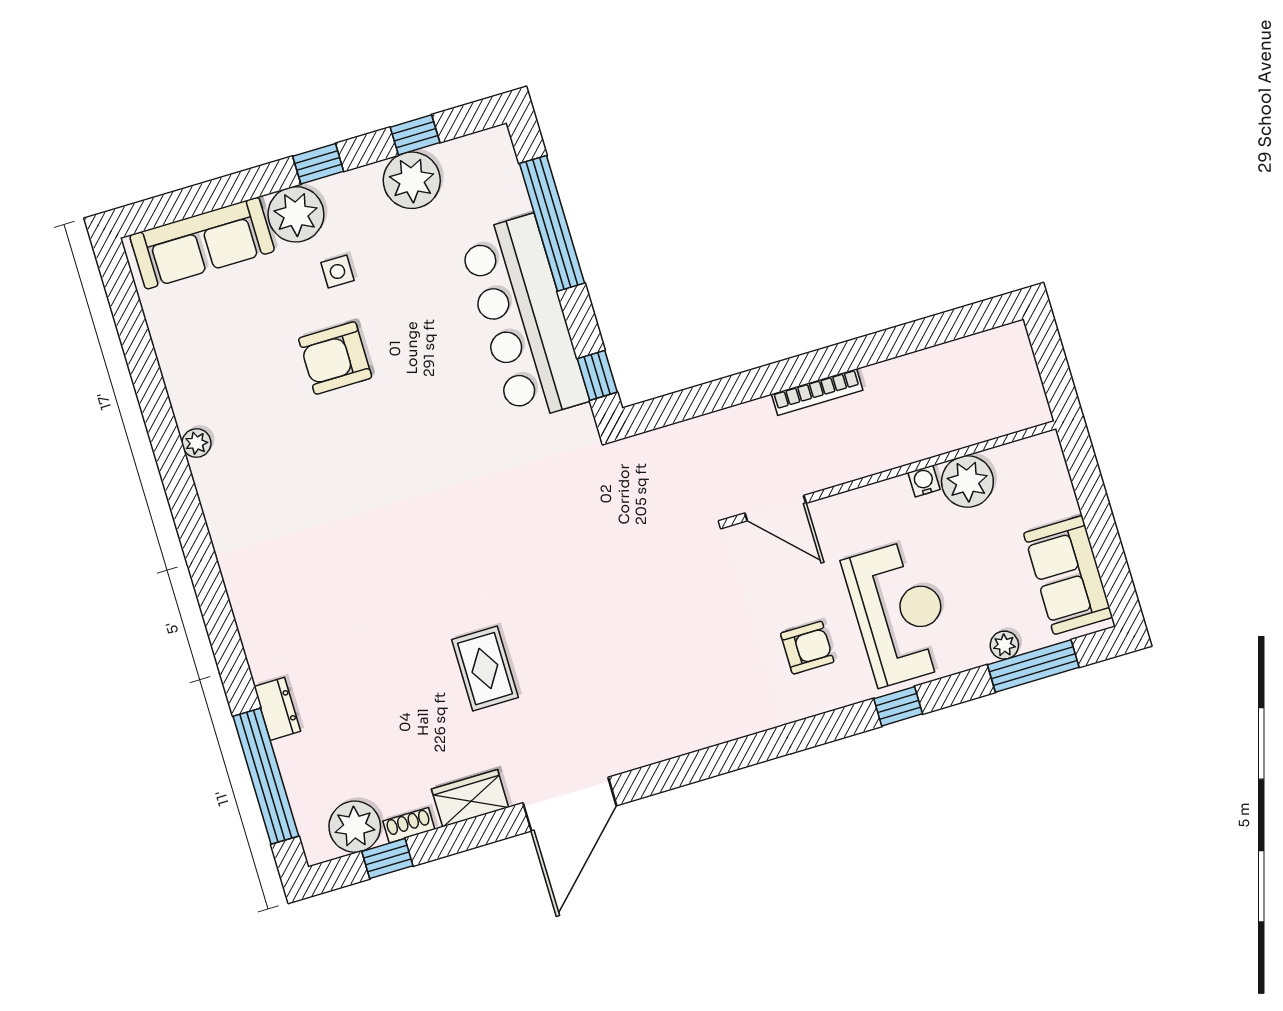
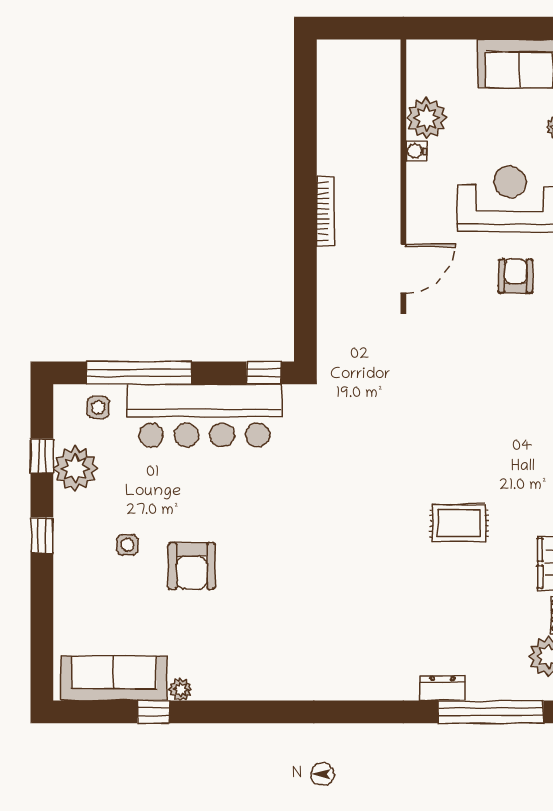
side table: (495, 186) -> (98, 407), added
plant: (296, 214) -> (75, 563), removed
sofa: (202, 243) -> (114, 678), moved, turned -90
window: (143, 364) -> (153, 712), added
plant: (196, 443) -> (180, 689), moved

